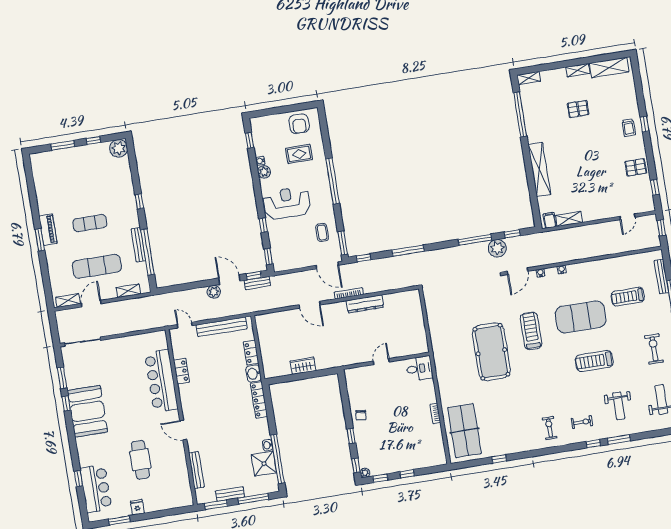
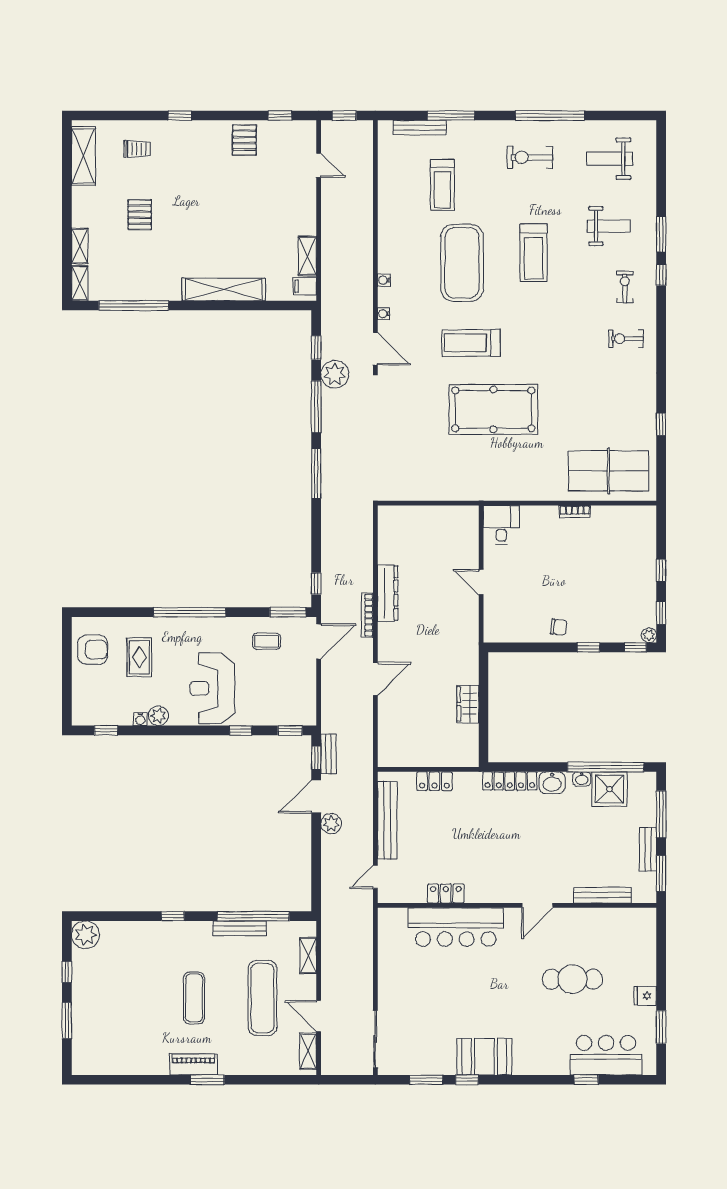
shelving: (578, 70) -> (80, 246), moved
trolley: (629, 128) -> (137, 149), moved
window: (408, 251) -> (316, 473), moved
washbasin: (253, 374) -> (552, 783), moved
booth: (87, 411) -> (484, 1057), width x0.73, depth x0.70

